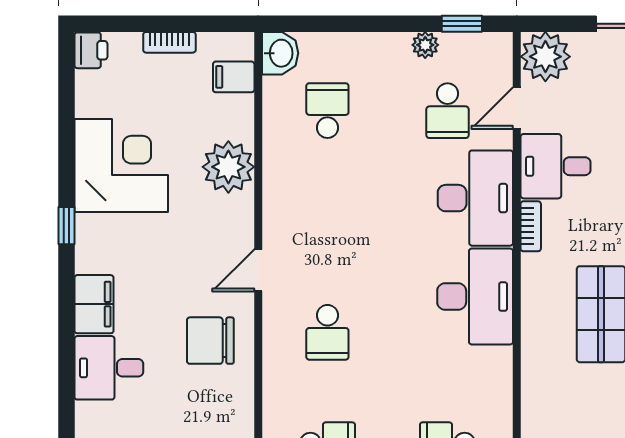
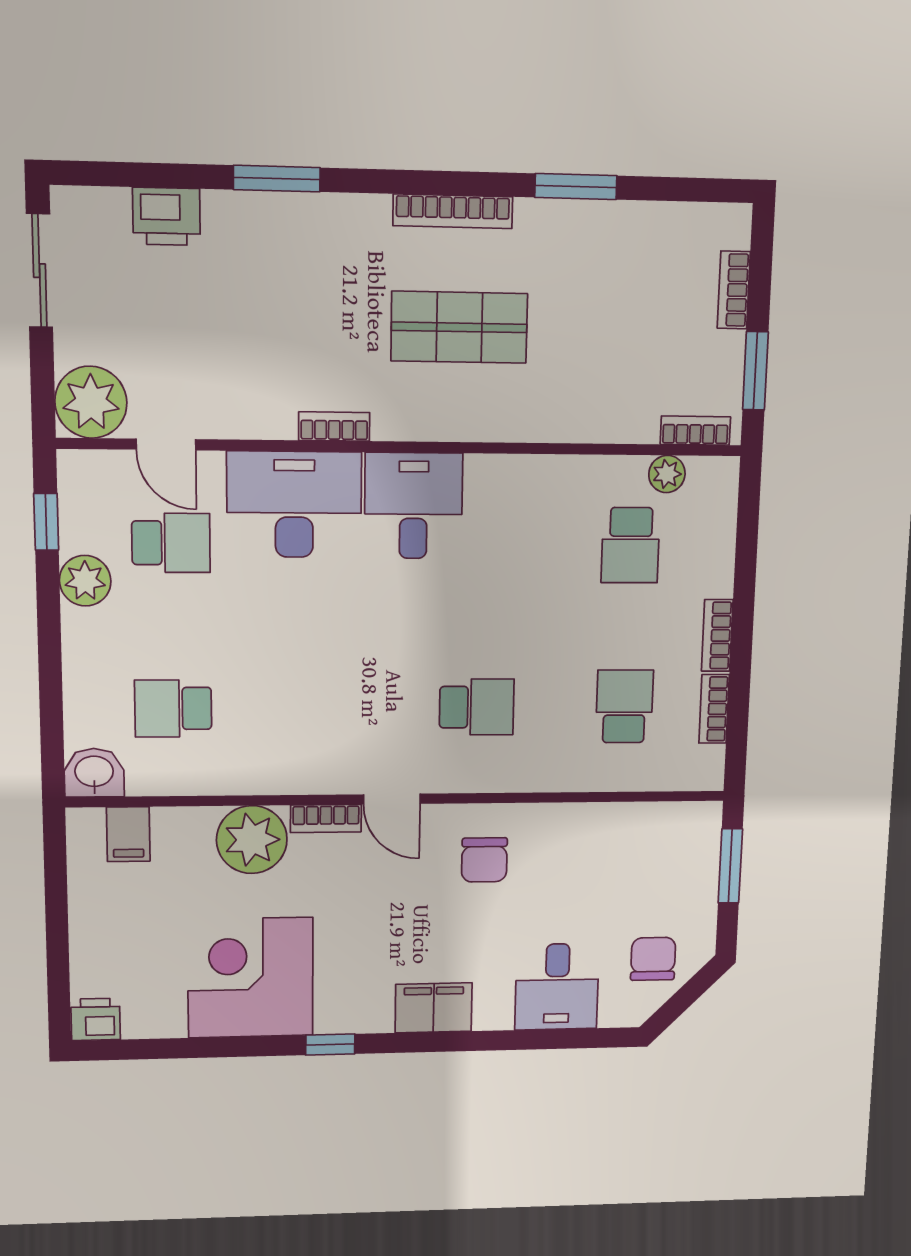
bookcase: (169, 42) -> (326, 819), moved, turned 90
plant: (425, 45) -> (85, 581), width x1.38, depth x1.38
desk: (556, 166) -> (249, 390), removed
desk: (475, 297) -> (413, 506), width x0.73
chair: (210, 341) -> (484, 860), width x0.73, depth x0.73
desk: (109, 368) -> (557, 987), moved

